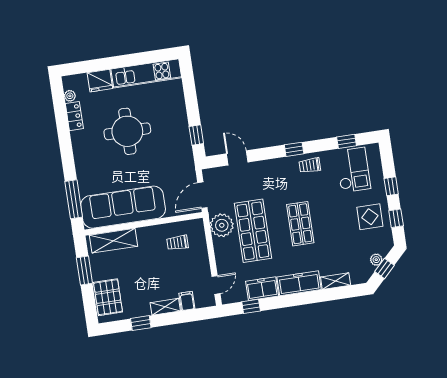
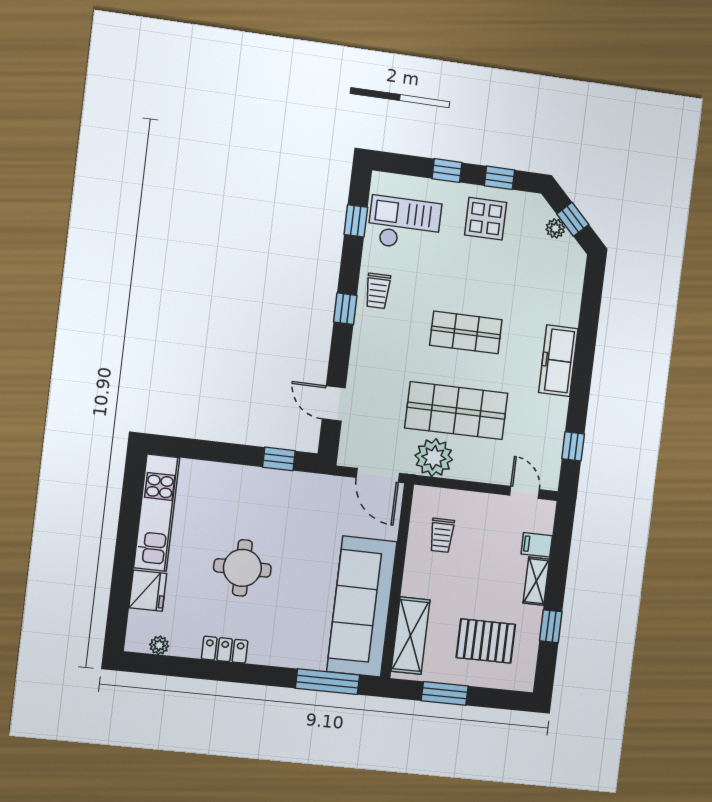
locker: (74, 116) -> (225, 650), moved
round table: (127, 131) -> (242, 568), width x0.73, depth x0.73
door: (237, 158) -> (334, 403), hinge flipped
shelving: (336, 281) -> (571, 302), removed
freezer: (262, 289) -> (550, 421), removed
pallet: (108, 297) -> (486, 641), moved

